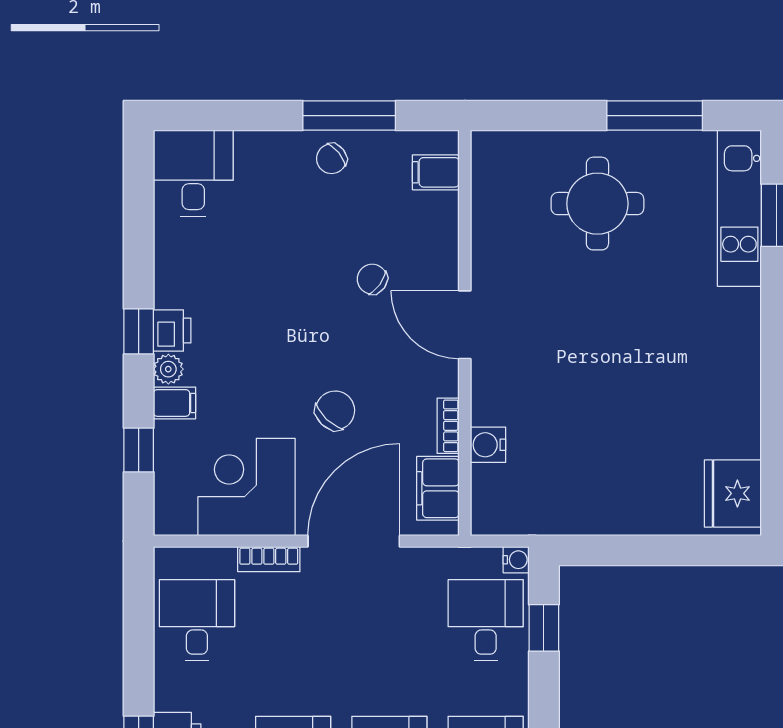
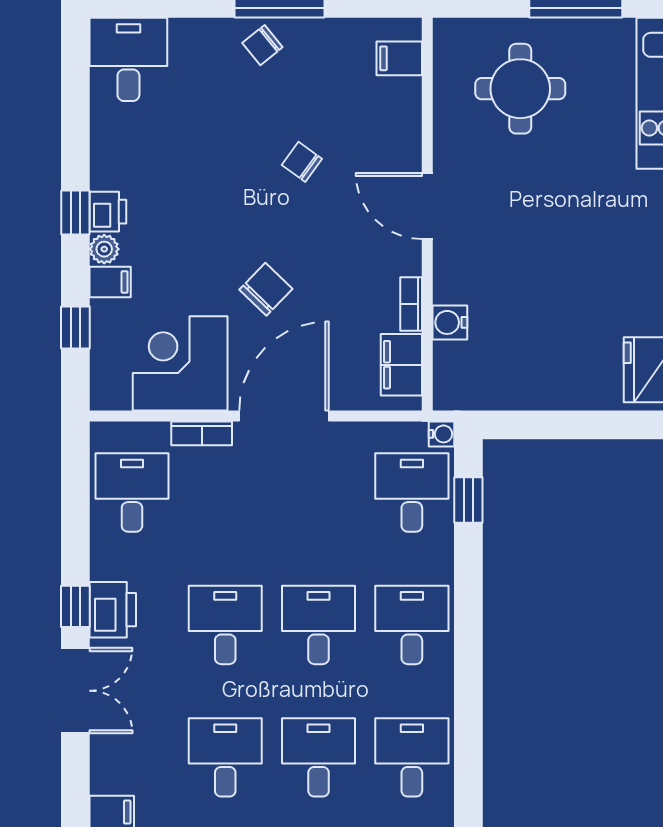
filing cabinet: (436, 172) -> (399, 58), moved
door: (465, 325) -> (427, 206), moved
wall: (465, 333) -> (427, 214), moved
bookcase: (448, 426) -> (411, 304), moved
water cooler: (488, 445) -> (450, 322), moved
filing cabinet: (438, 488) -> (401, 365), moved

